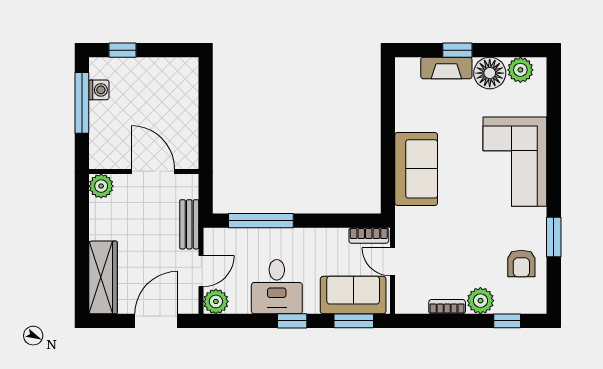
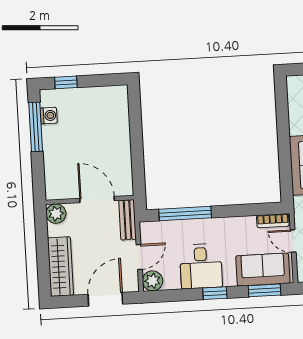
wall: (144, 171) -> (90, 200), moved
door: (153, 171) -> (97, 200), moved
plant: (101, 186) -> (56, 214), moved

